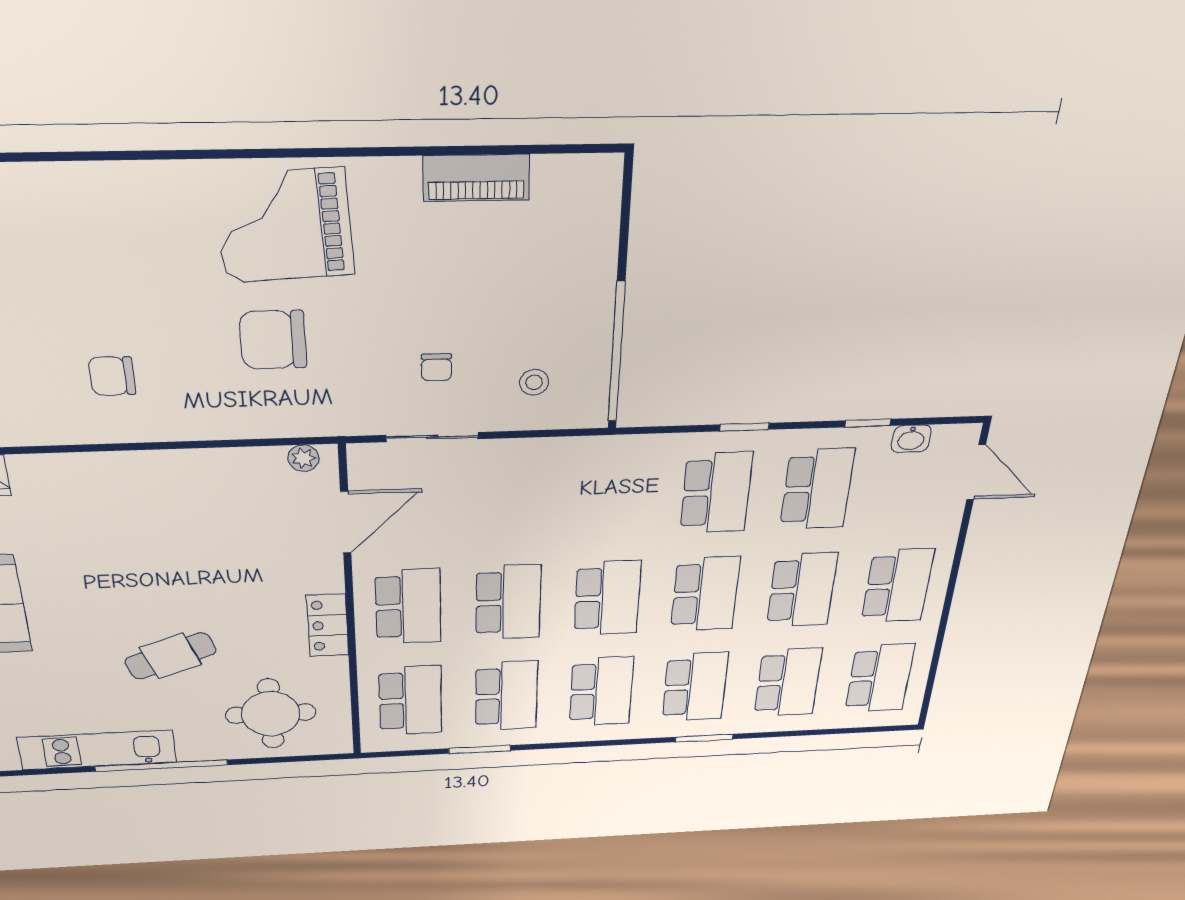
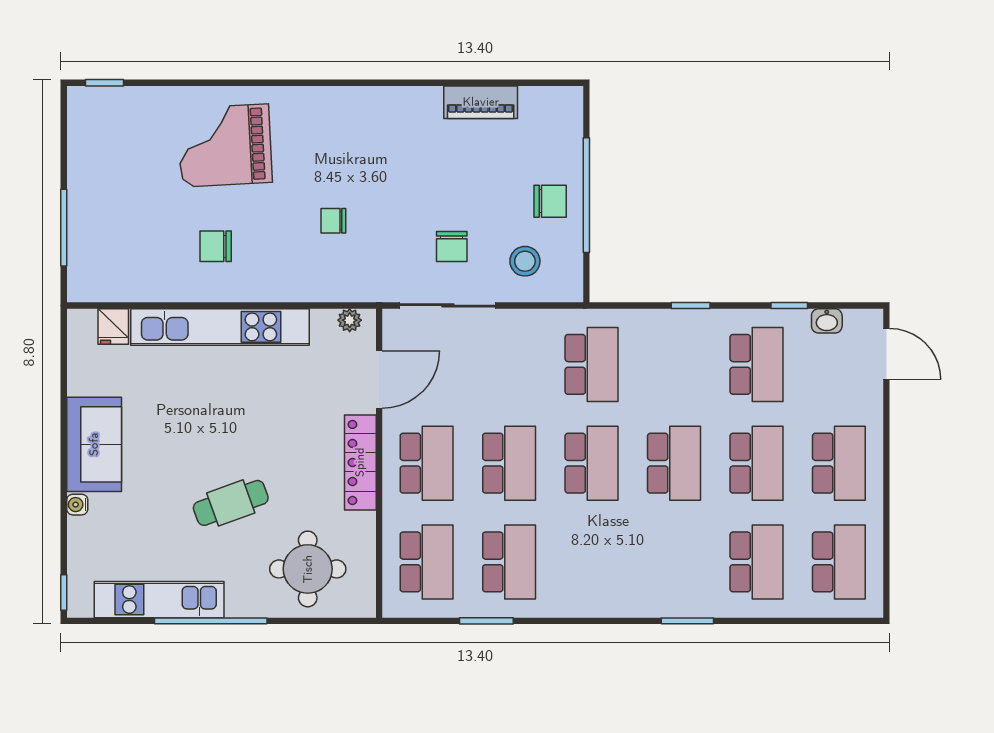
grand piano: (284, 226) -> (225, 145), moved
chair: (570, 308) -> (550, 201), added
chair: (273, 340) -> (333, 221), width x0.54, depth x0.54
window: (617, 353) -> (586, 195), moved
chair: (436, 367) -> (452, 247), width x1.37, depth x1.37
stool: (534, 382) -> (525, 261), width x1.37, depth x1.37
sliding door: (432, 437) -> (448, 305), width x1.37
kitchen unit: (131, 472) -> (220, 327), added
school desk: (716, 493) -> (592, 364), moved
locker: (328, 625) -> (360, 462), width x1.53
school desk: (695, 687) -> (674, 562), removed
school desk: (601, 691) -> (592, 562), removed

